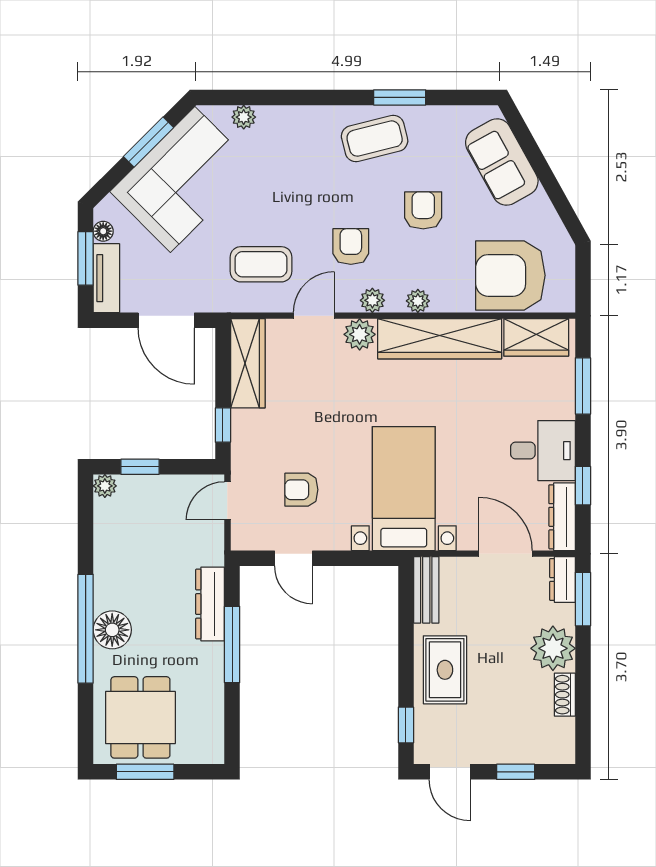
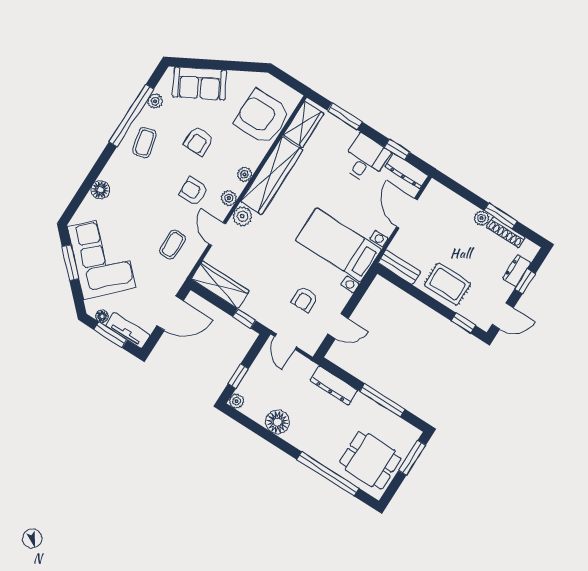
window: (400, 97) -> (131, 116), width x2.11
plant: (244, 117) -> (155, 101), moved
floor lamp: (273, 120) -> (100, 190), added
coffee table: (375, 139) -> (145, 143), width x0.73, depth x0.77
armchair: (423, 210) -> (199, 141), turned -90
coffee table: (261, 264) -> (172, 245), width x0.73, depth x0.77
armchair: (510, 275) -> (262, 117), turned 90
door: (506, 554) -> (407, 213), hinge flipped
dresser: (563, 580) -> (517, 271), moved, turned 90
window: (583, 599) -> (500, 216), moved
window: (86, 629) -> (328, 474), moved
floor lamp: (112, 630) -> (278, 422), moved
window: (232, 644) -> (382, 400), moved
plant: (553, 648) -> (482, 218), width x0.53, depth x0.53
shoe rack: (565, 695) -> (506, 233), width x1.43
window: (145, 772) -> (412, 458), moved

